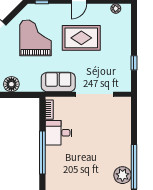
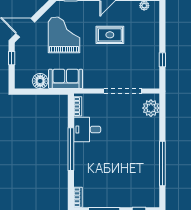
rug: (81, 38) -> (110, 35), width x0.73, depth x0.70
sofa: (58, 82) -> (66, 79), moved
plant: (122, 175) -> (151, 108), moved

